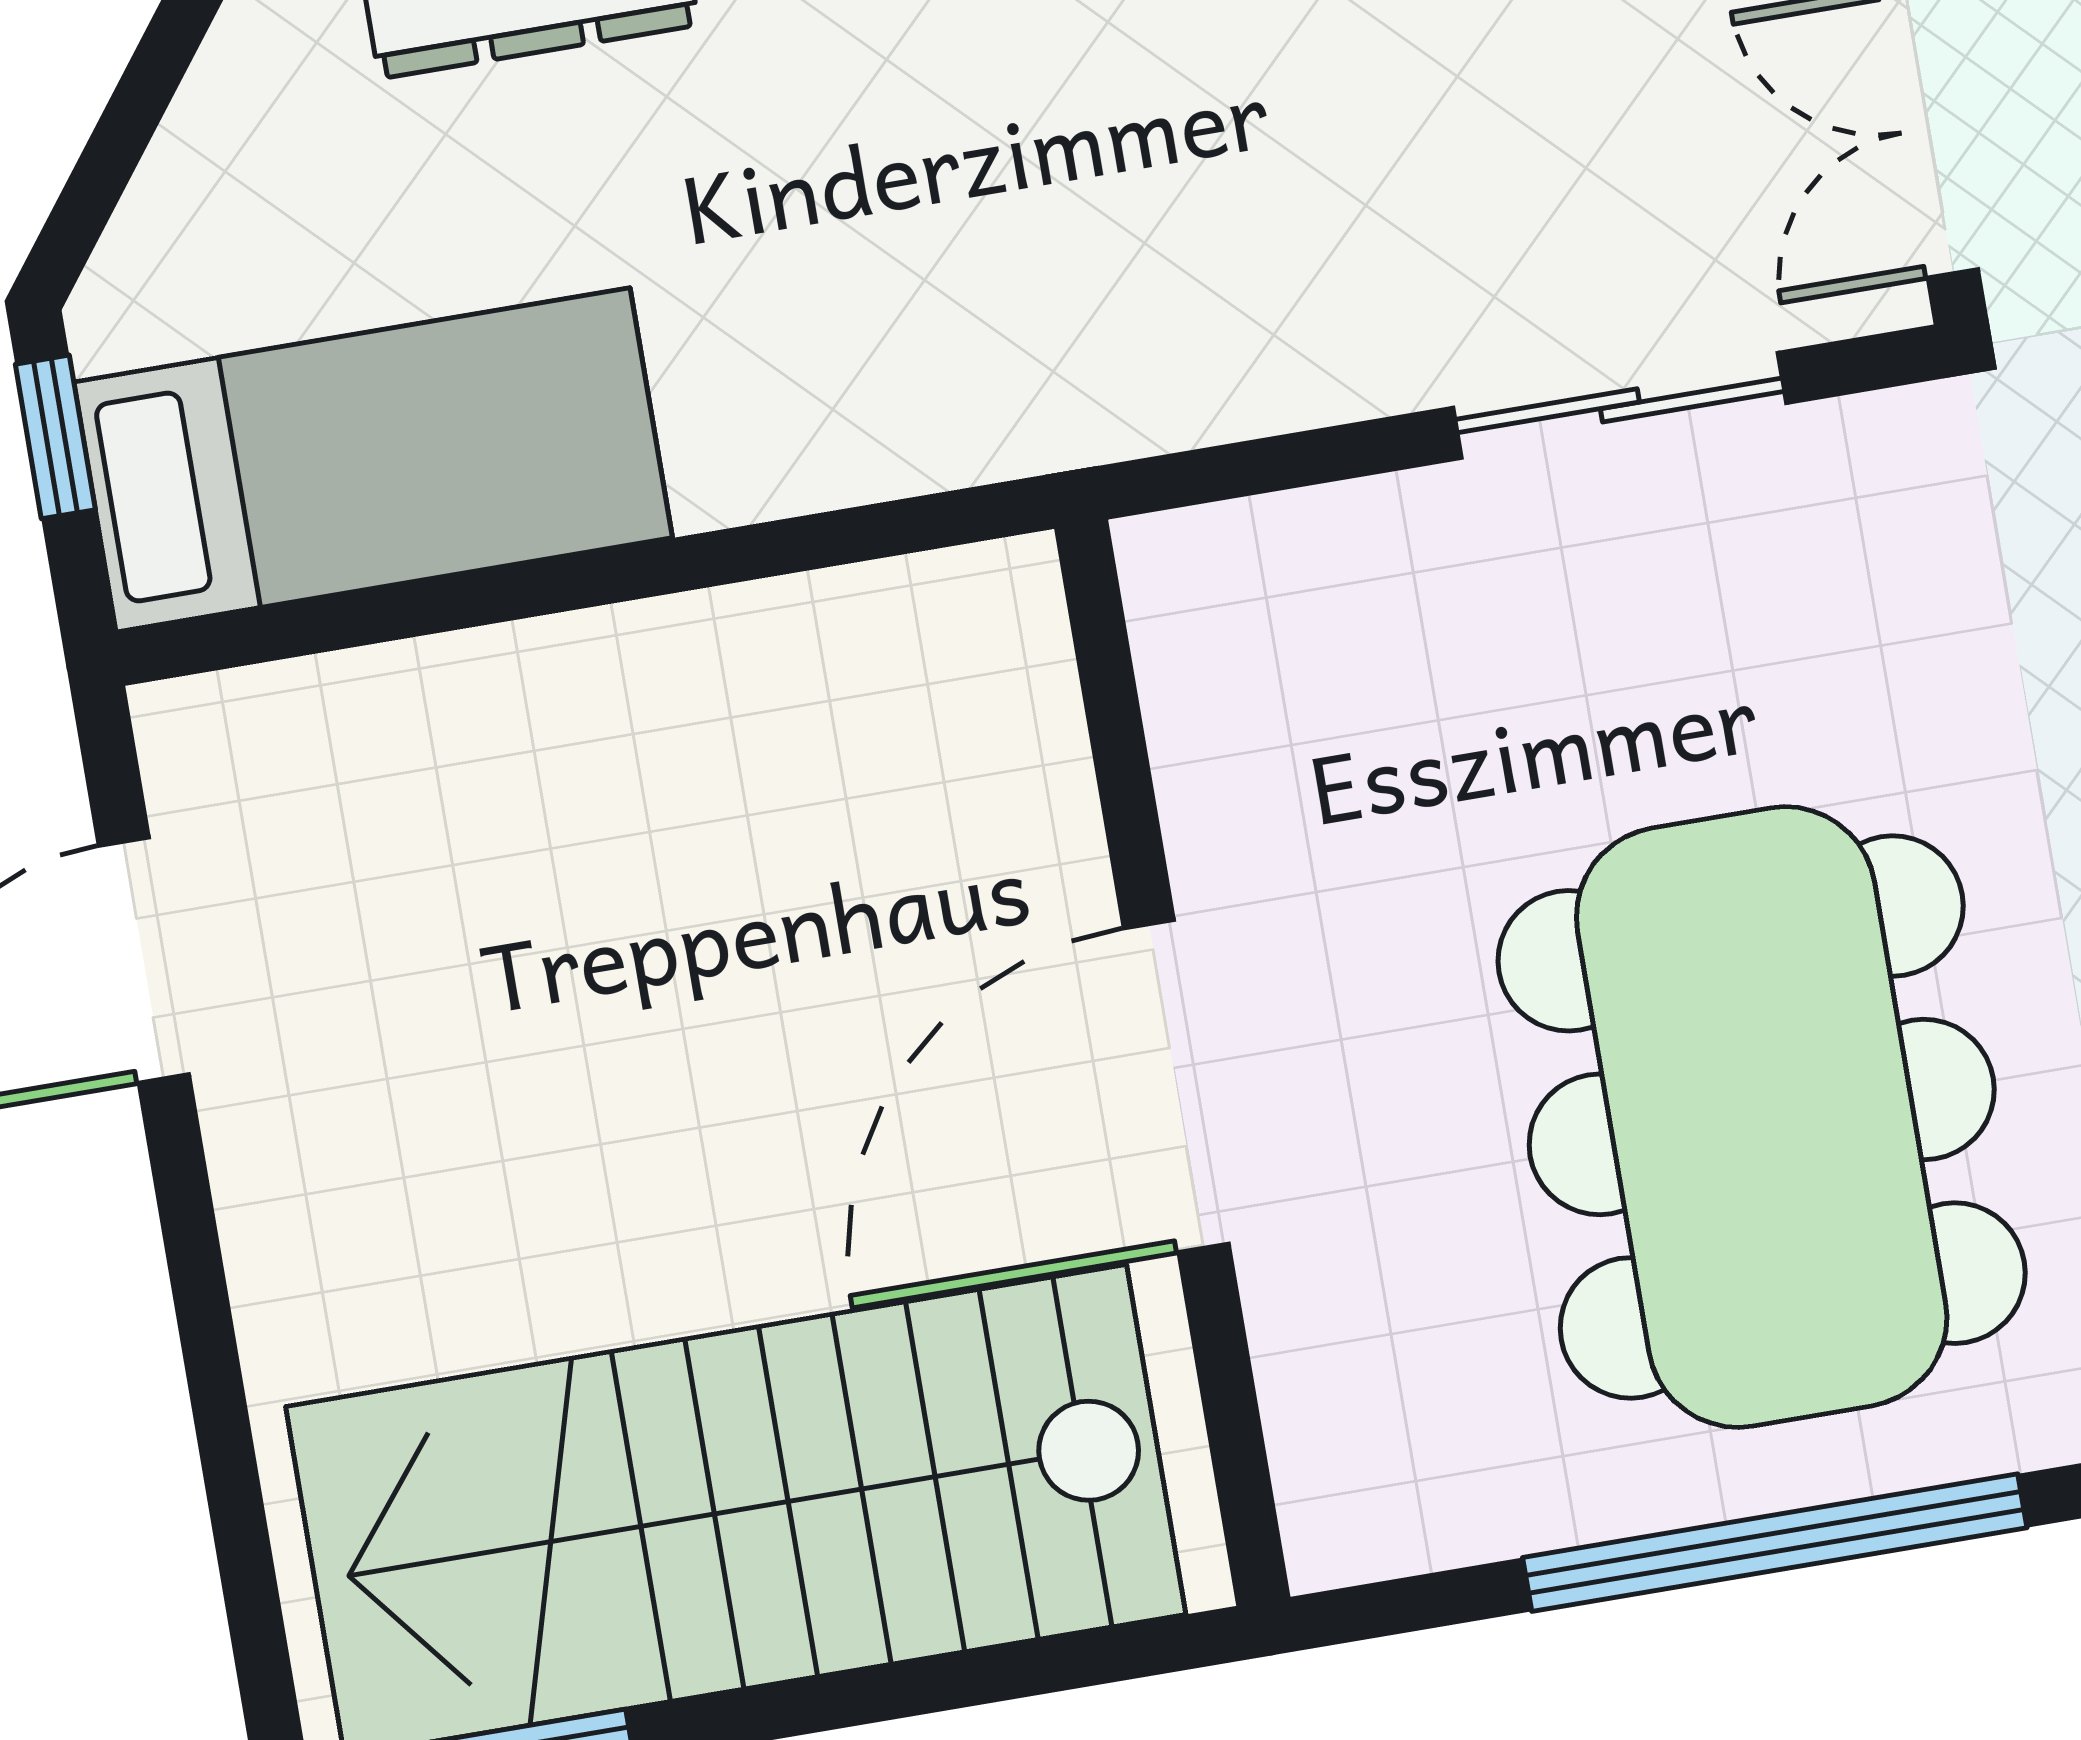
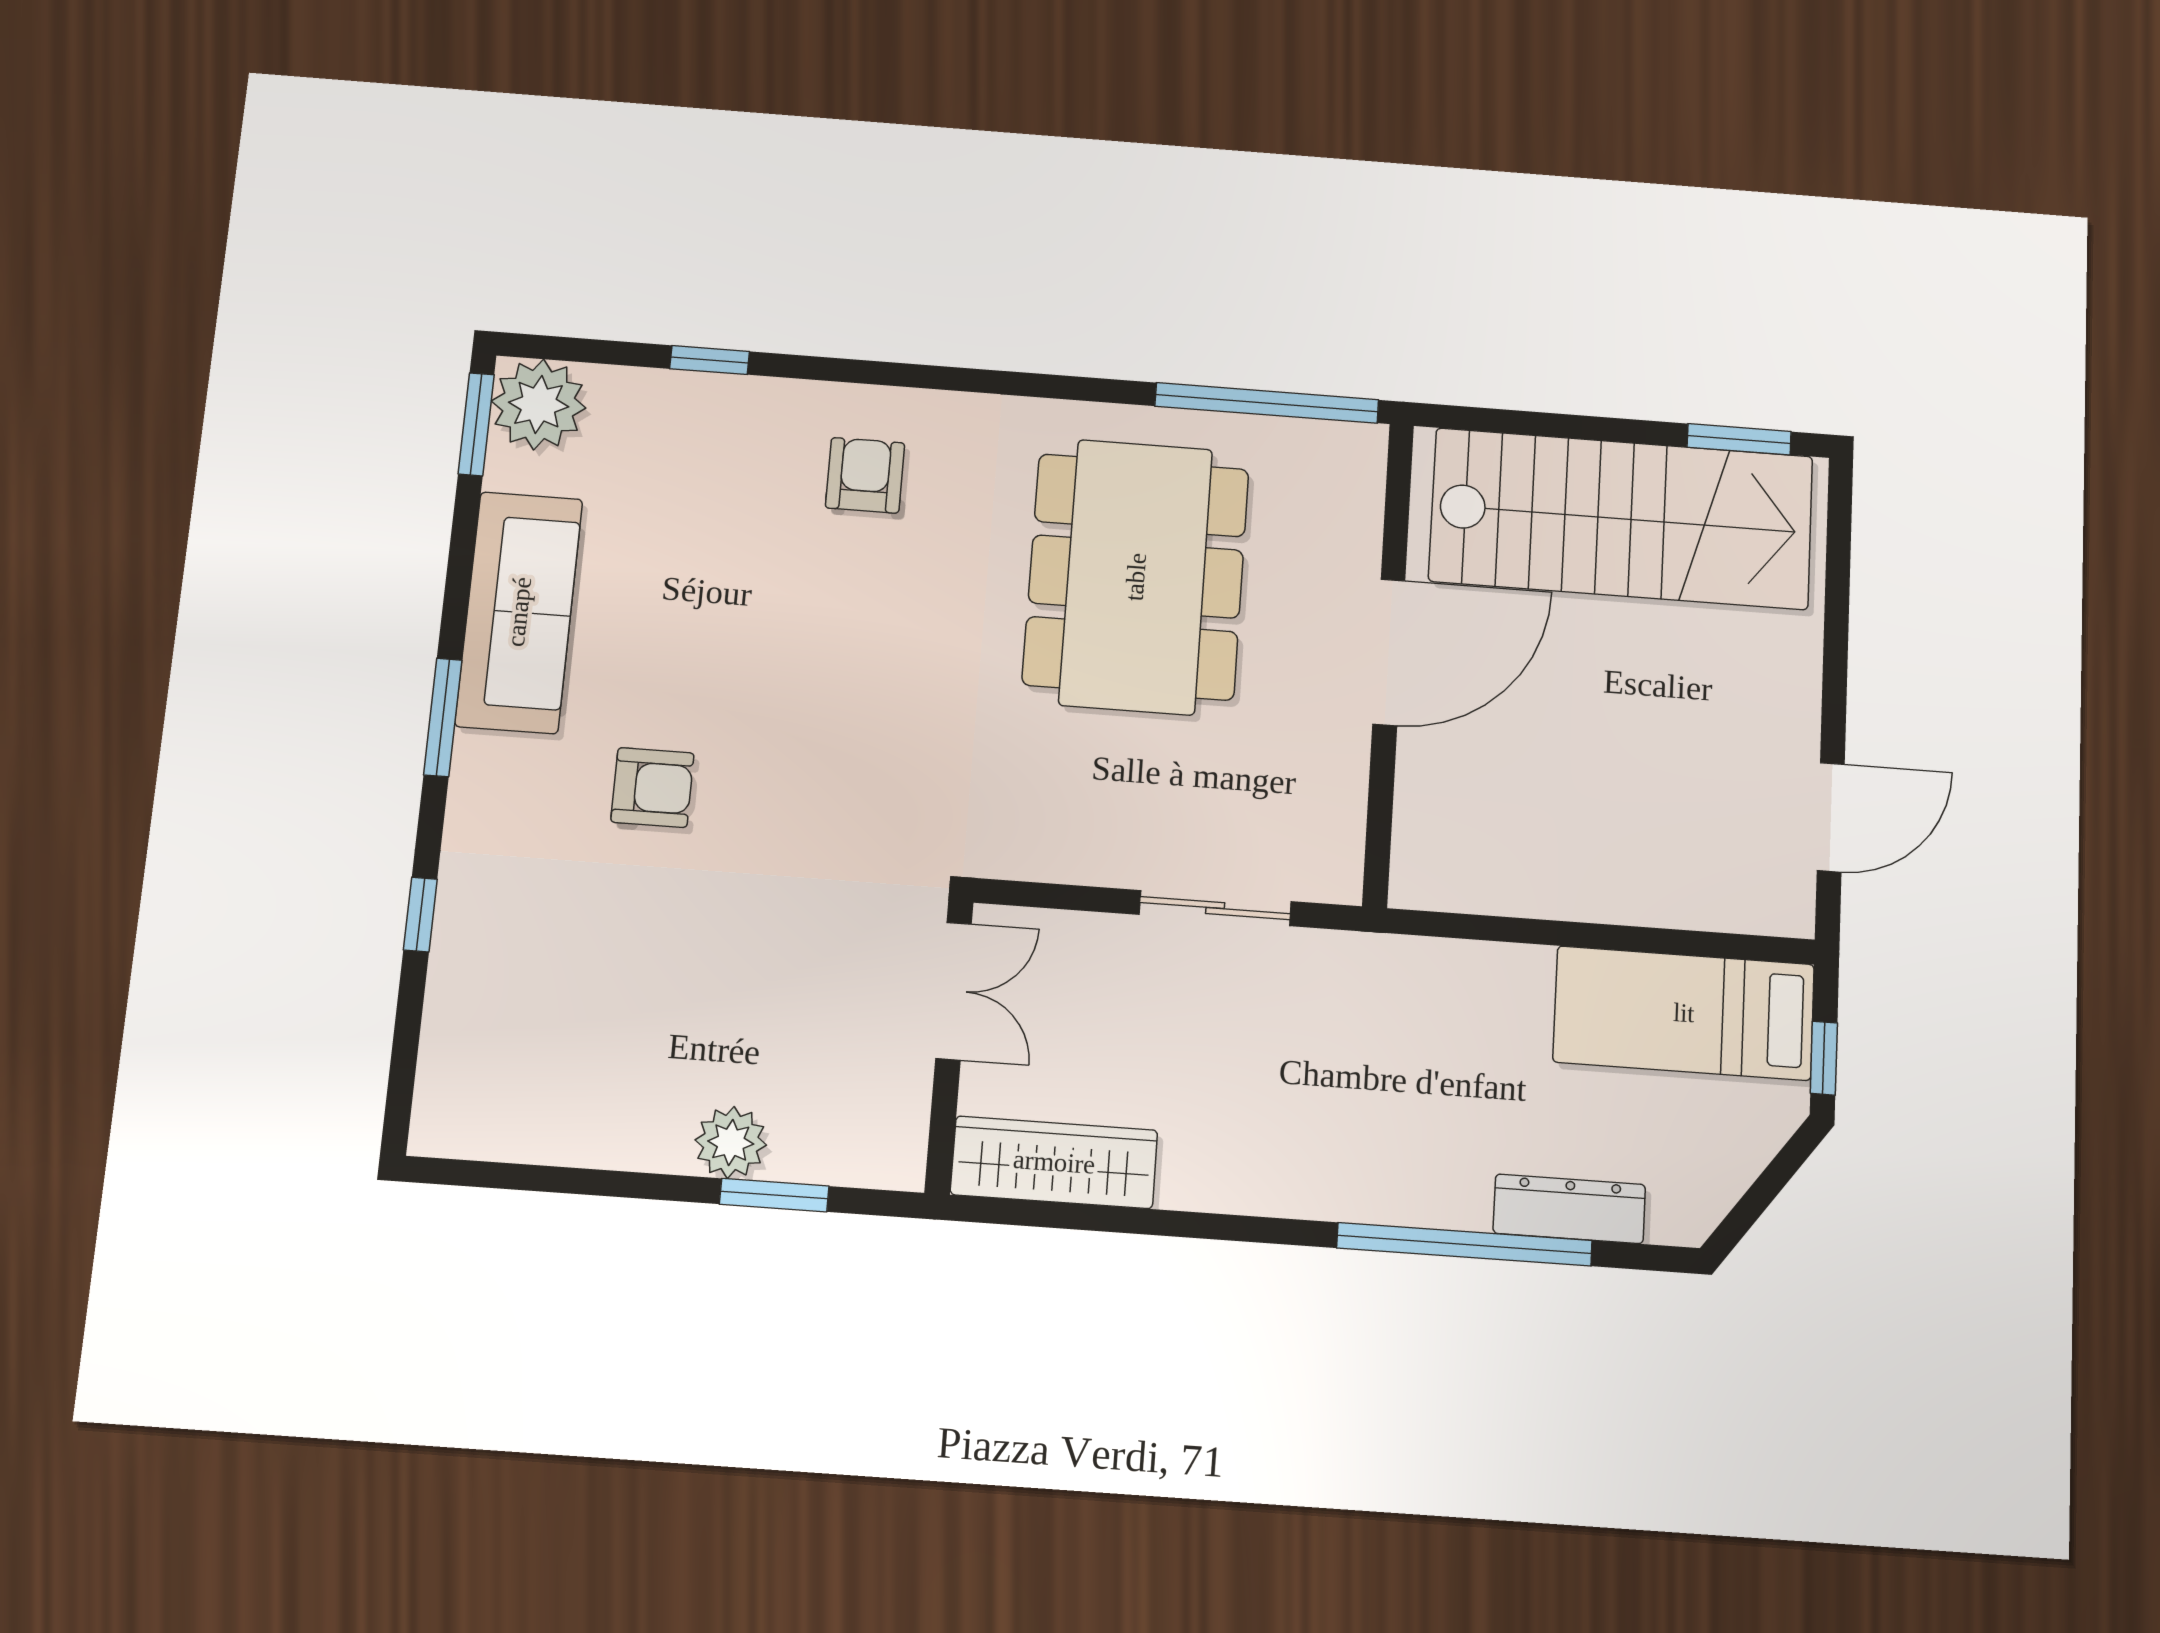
sliding door: (1620, 405) -> (1215, 908), moved
window: (1775, 1543) -> (1267, 403), moved

